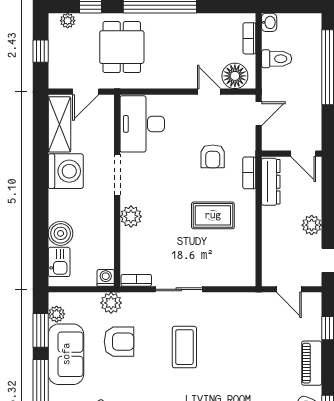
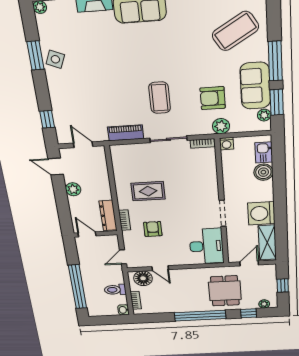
plant: (131, 216) -> (210, 187), removed
piano: (312, 363) -> (126, 133), moved, turned -90

